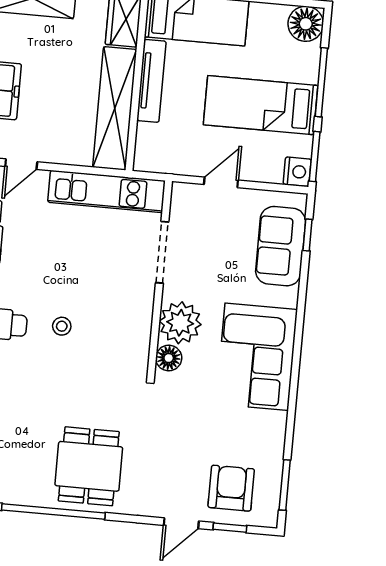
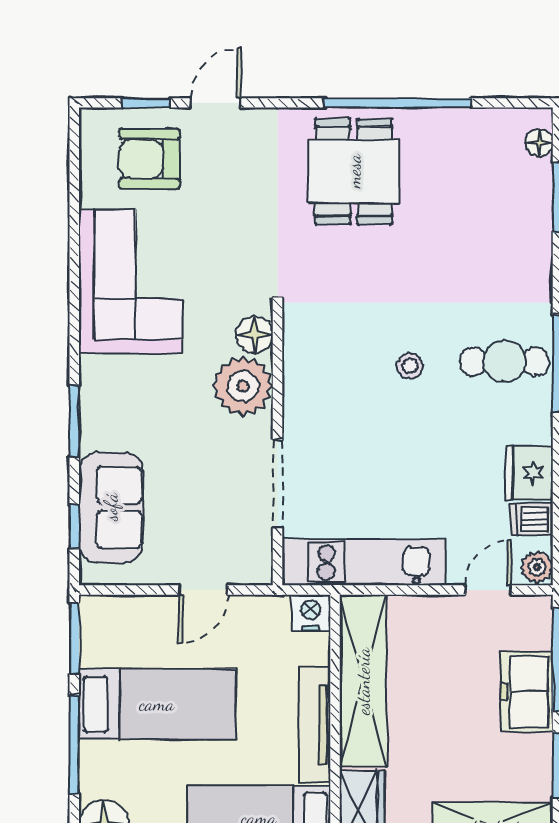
nightstand: (297, 172) -> (311, 613), moved, turned 90
corner sofa: (257, 357) -> (130, 282), moved
window: (285, 485) -> (74, 421), moved
armchair: (231, 488) -> (150, 159), turned 90

